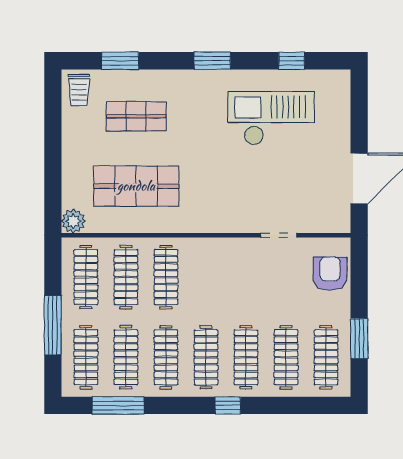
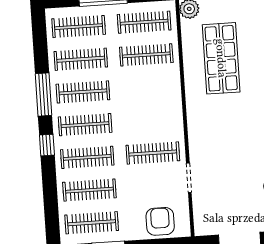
armchair: (330, 274) -> (160, 221), turned -90
clothes rail: (166, 277) -> (153, 153), moved
window: (118, 405) -> (44, 94), moved

